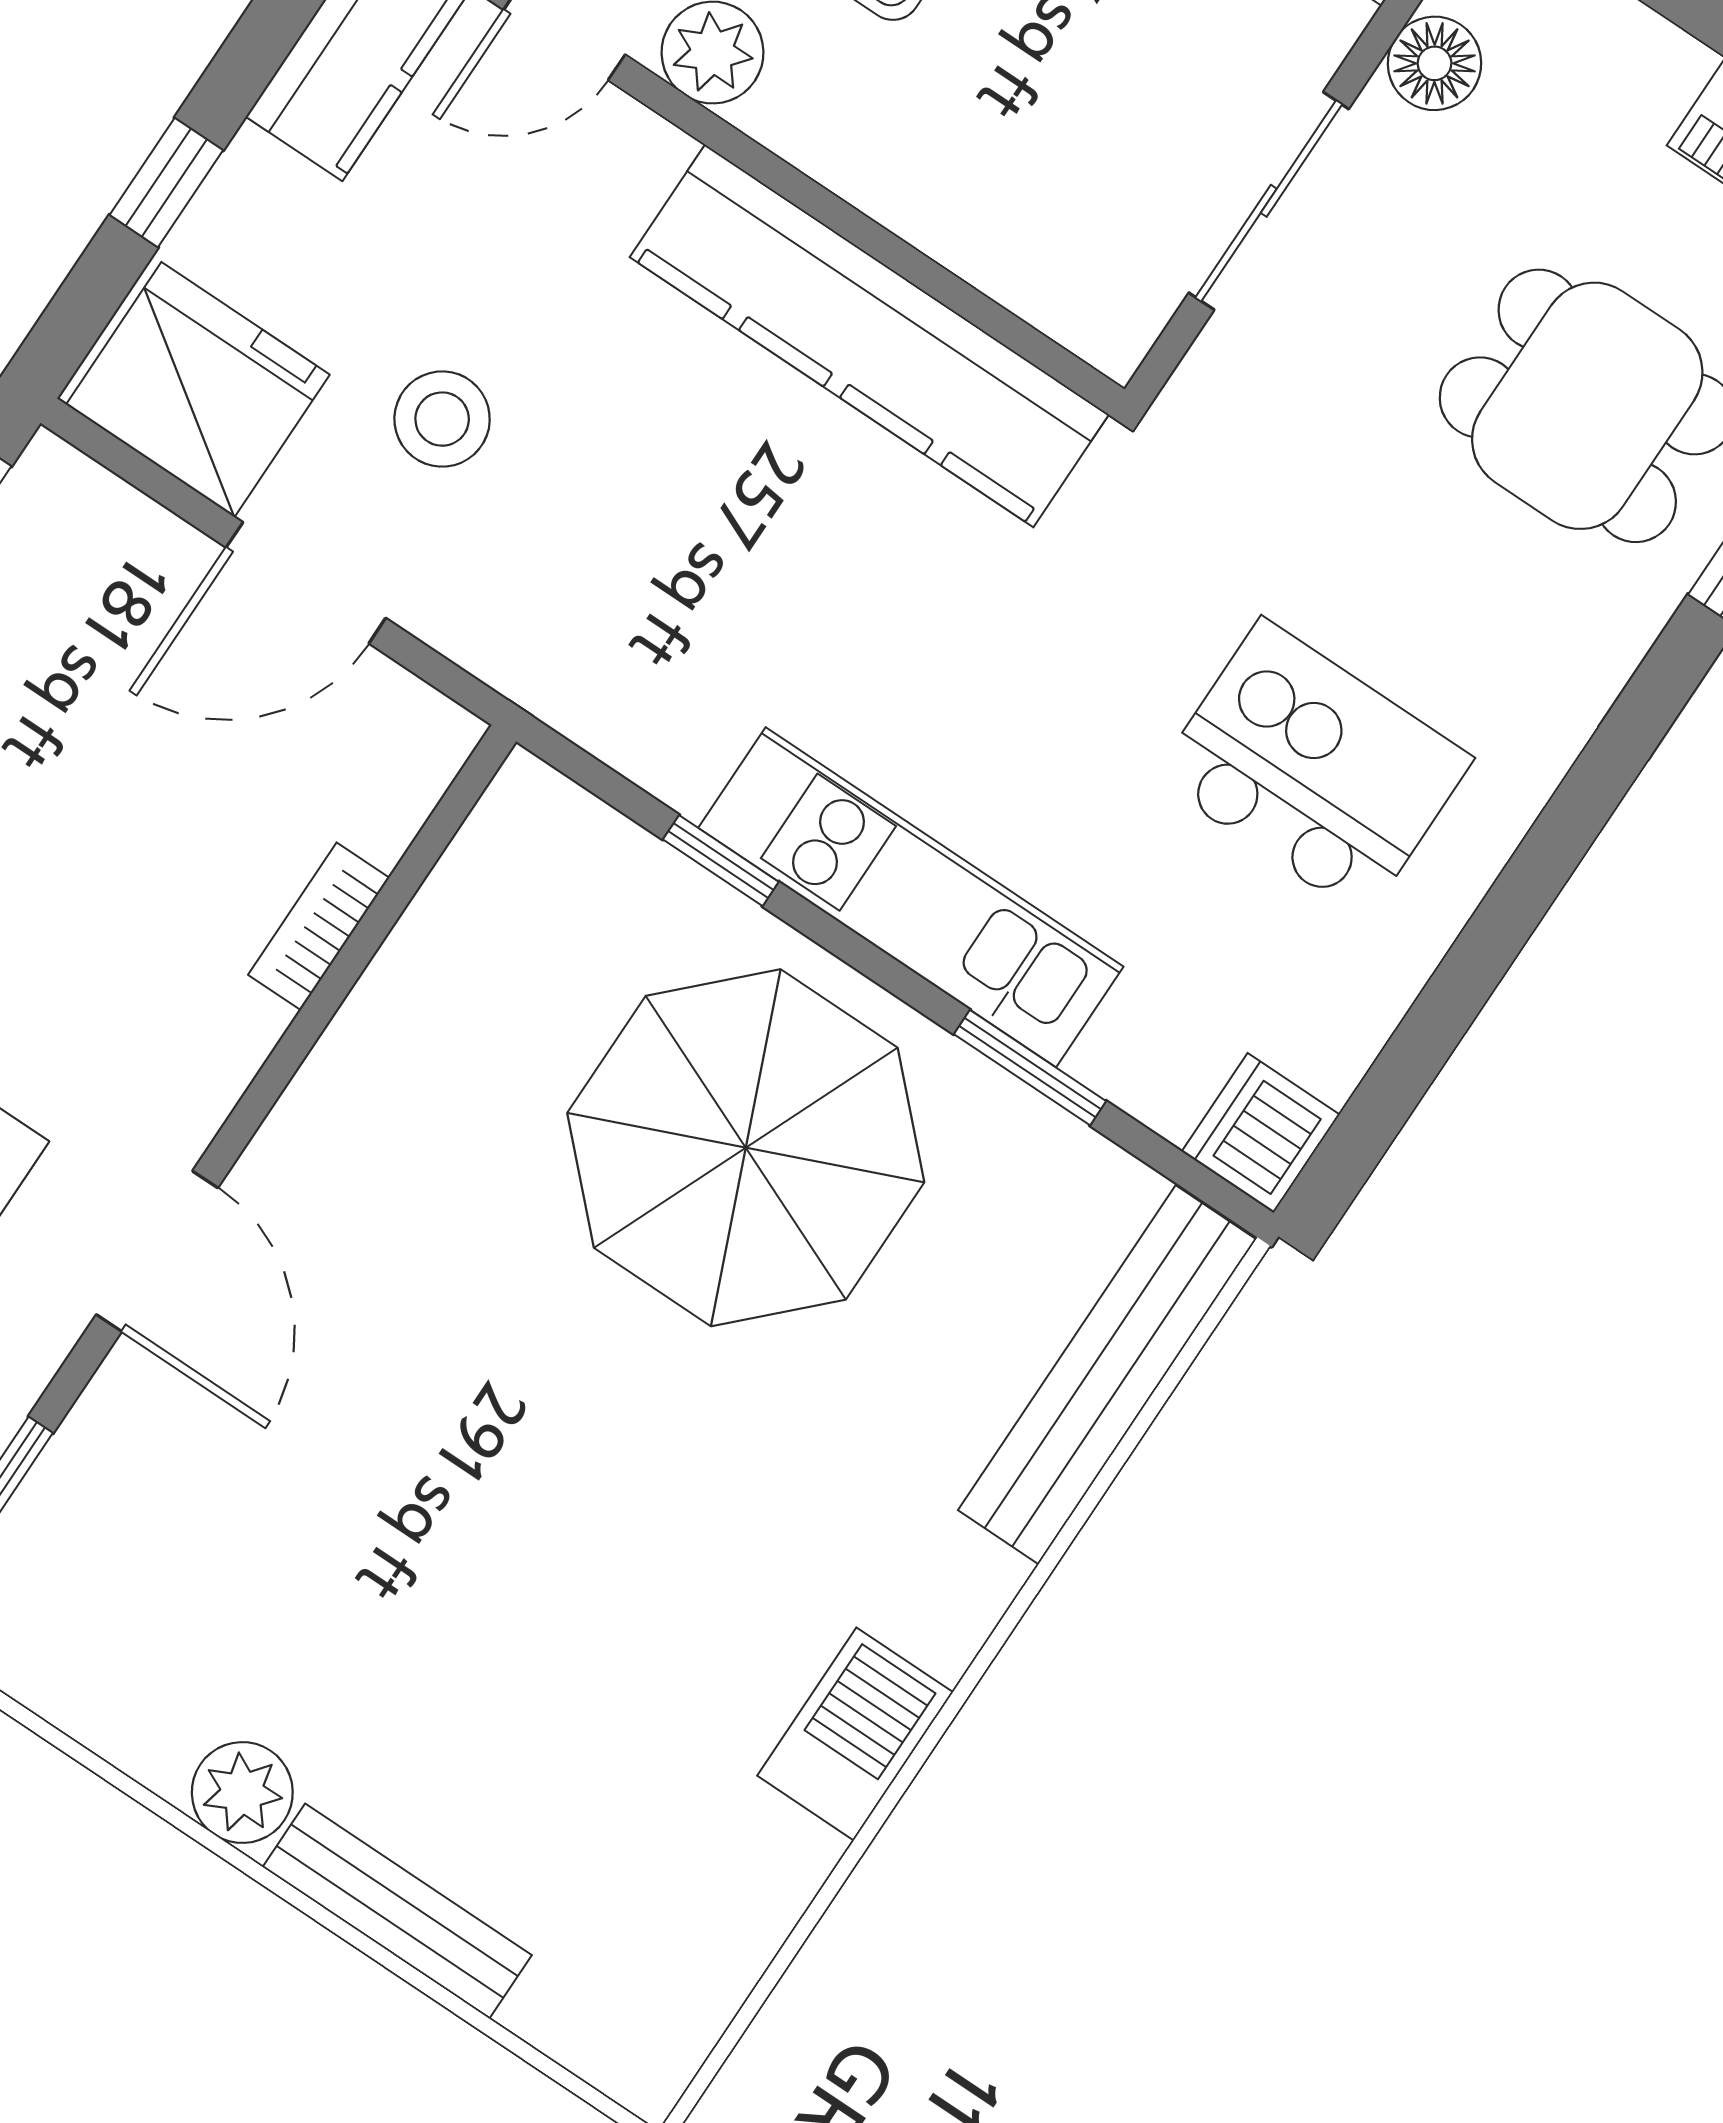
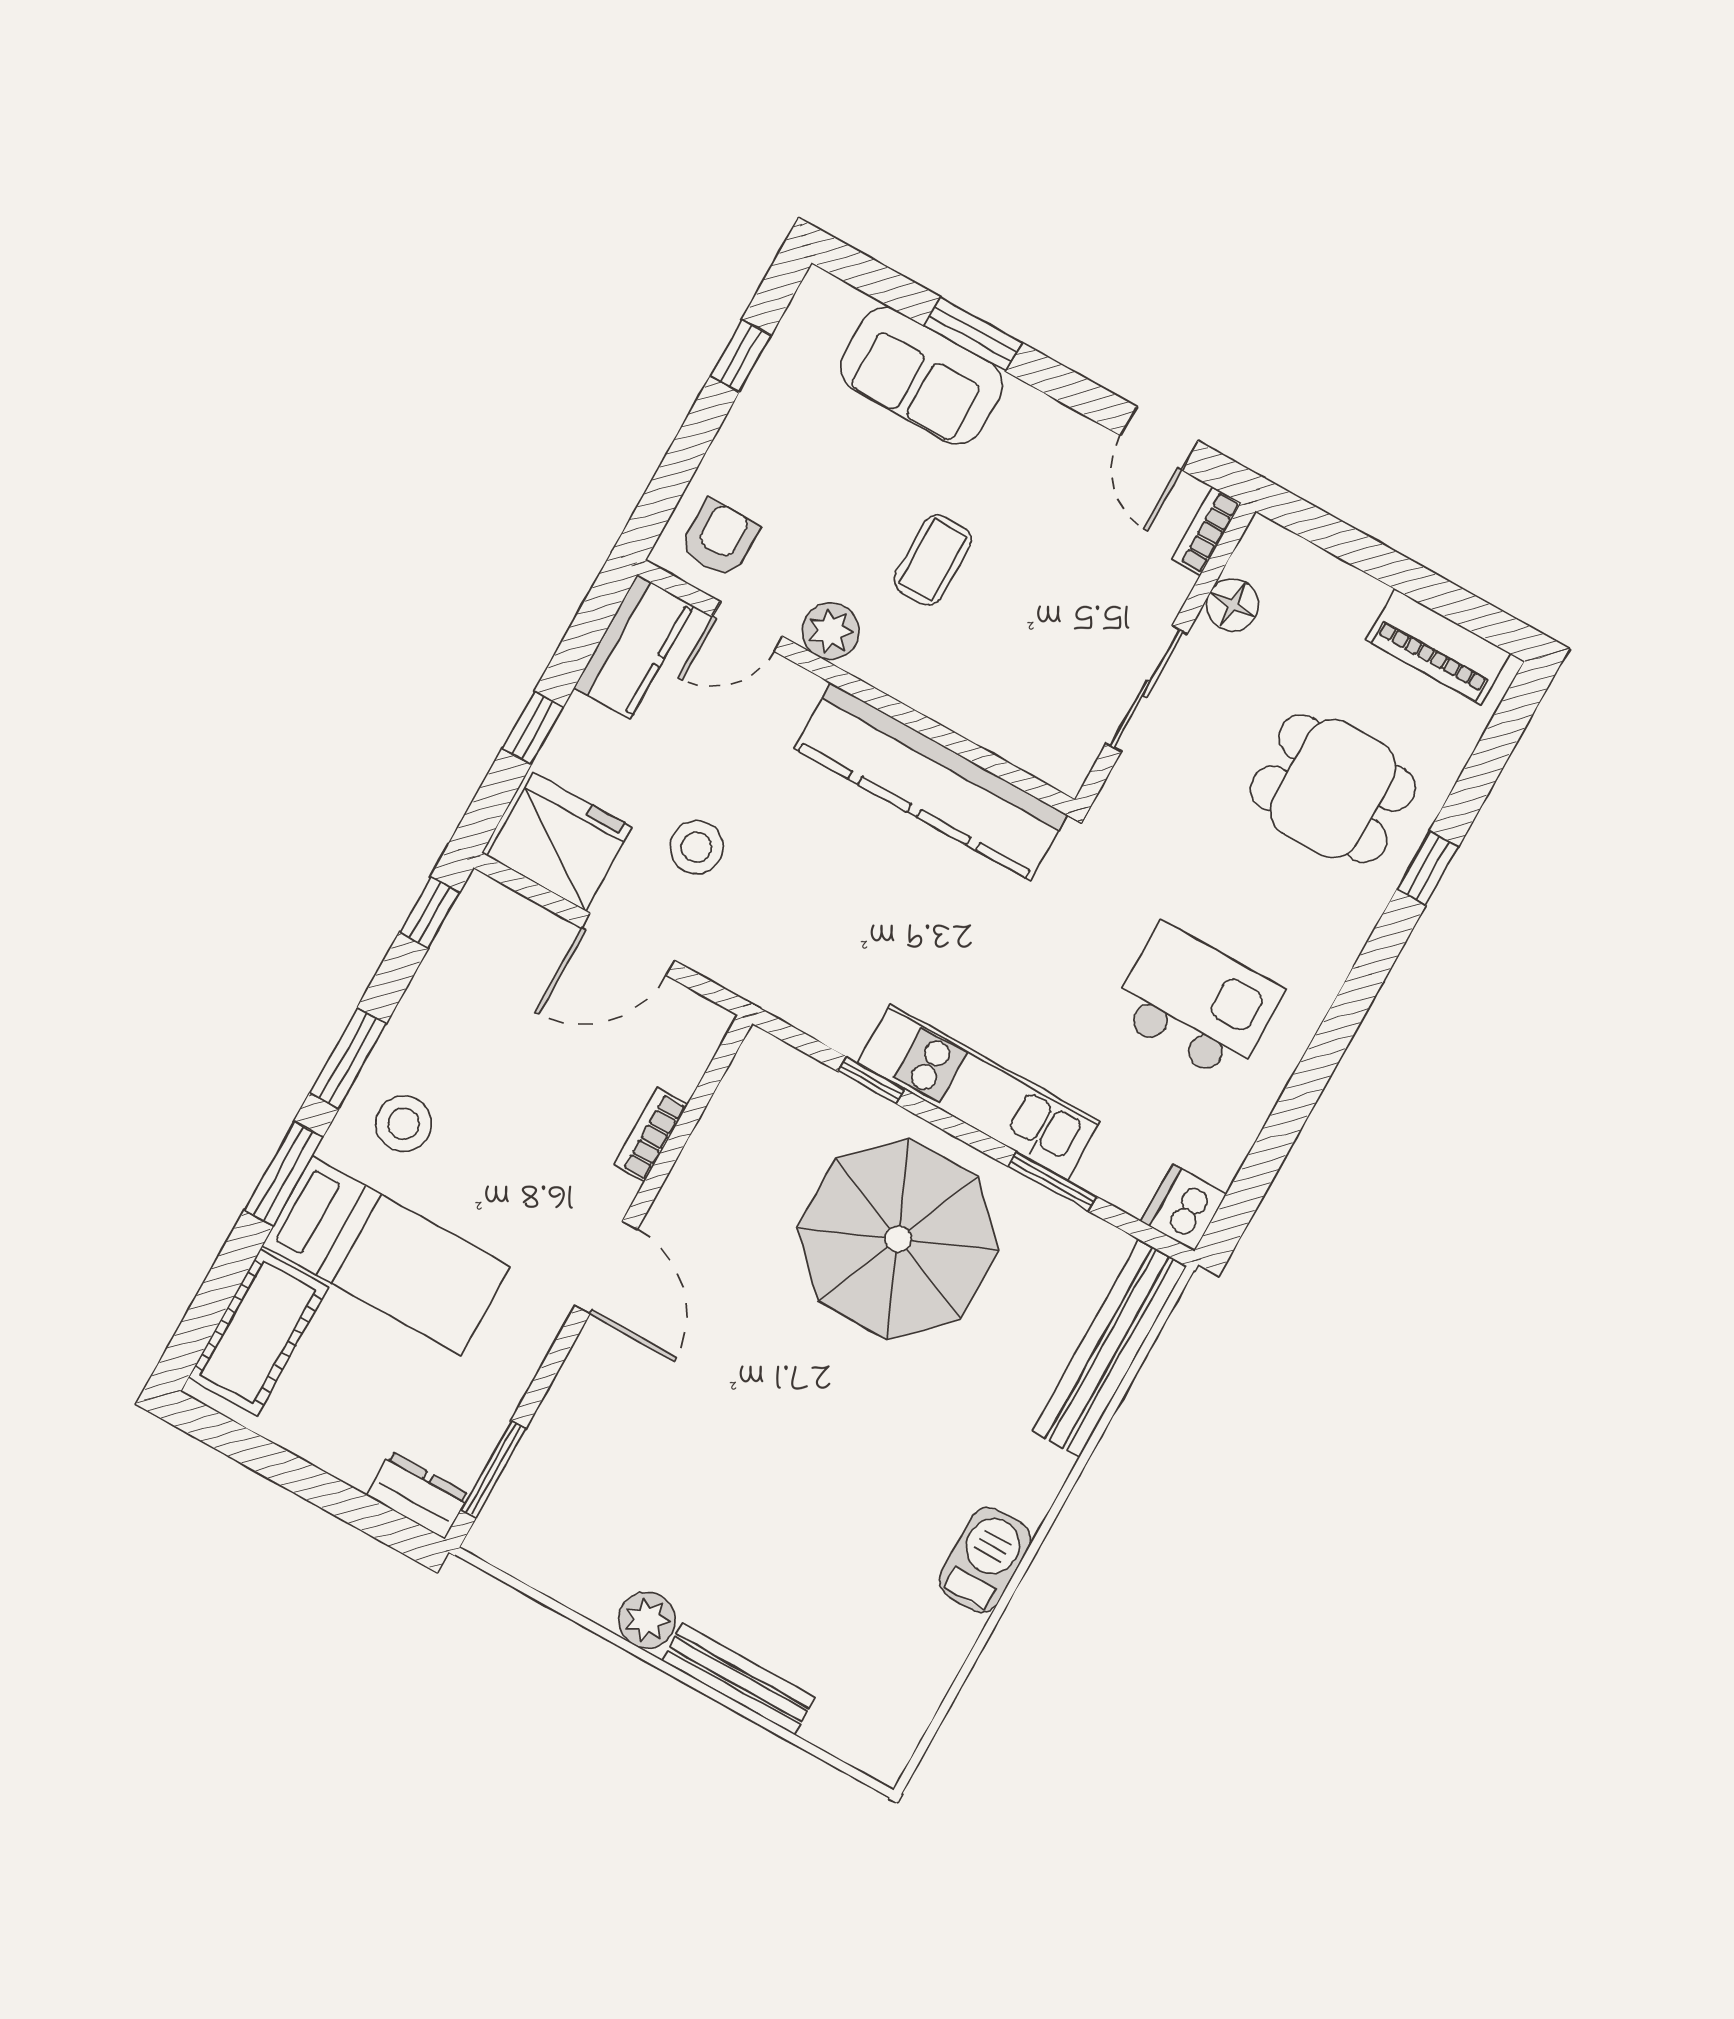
door: (157, 1251) -> (606, 1268), moved

